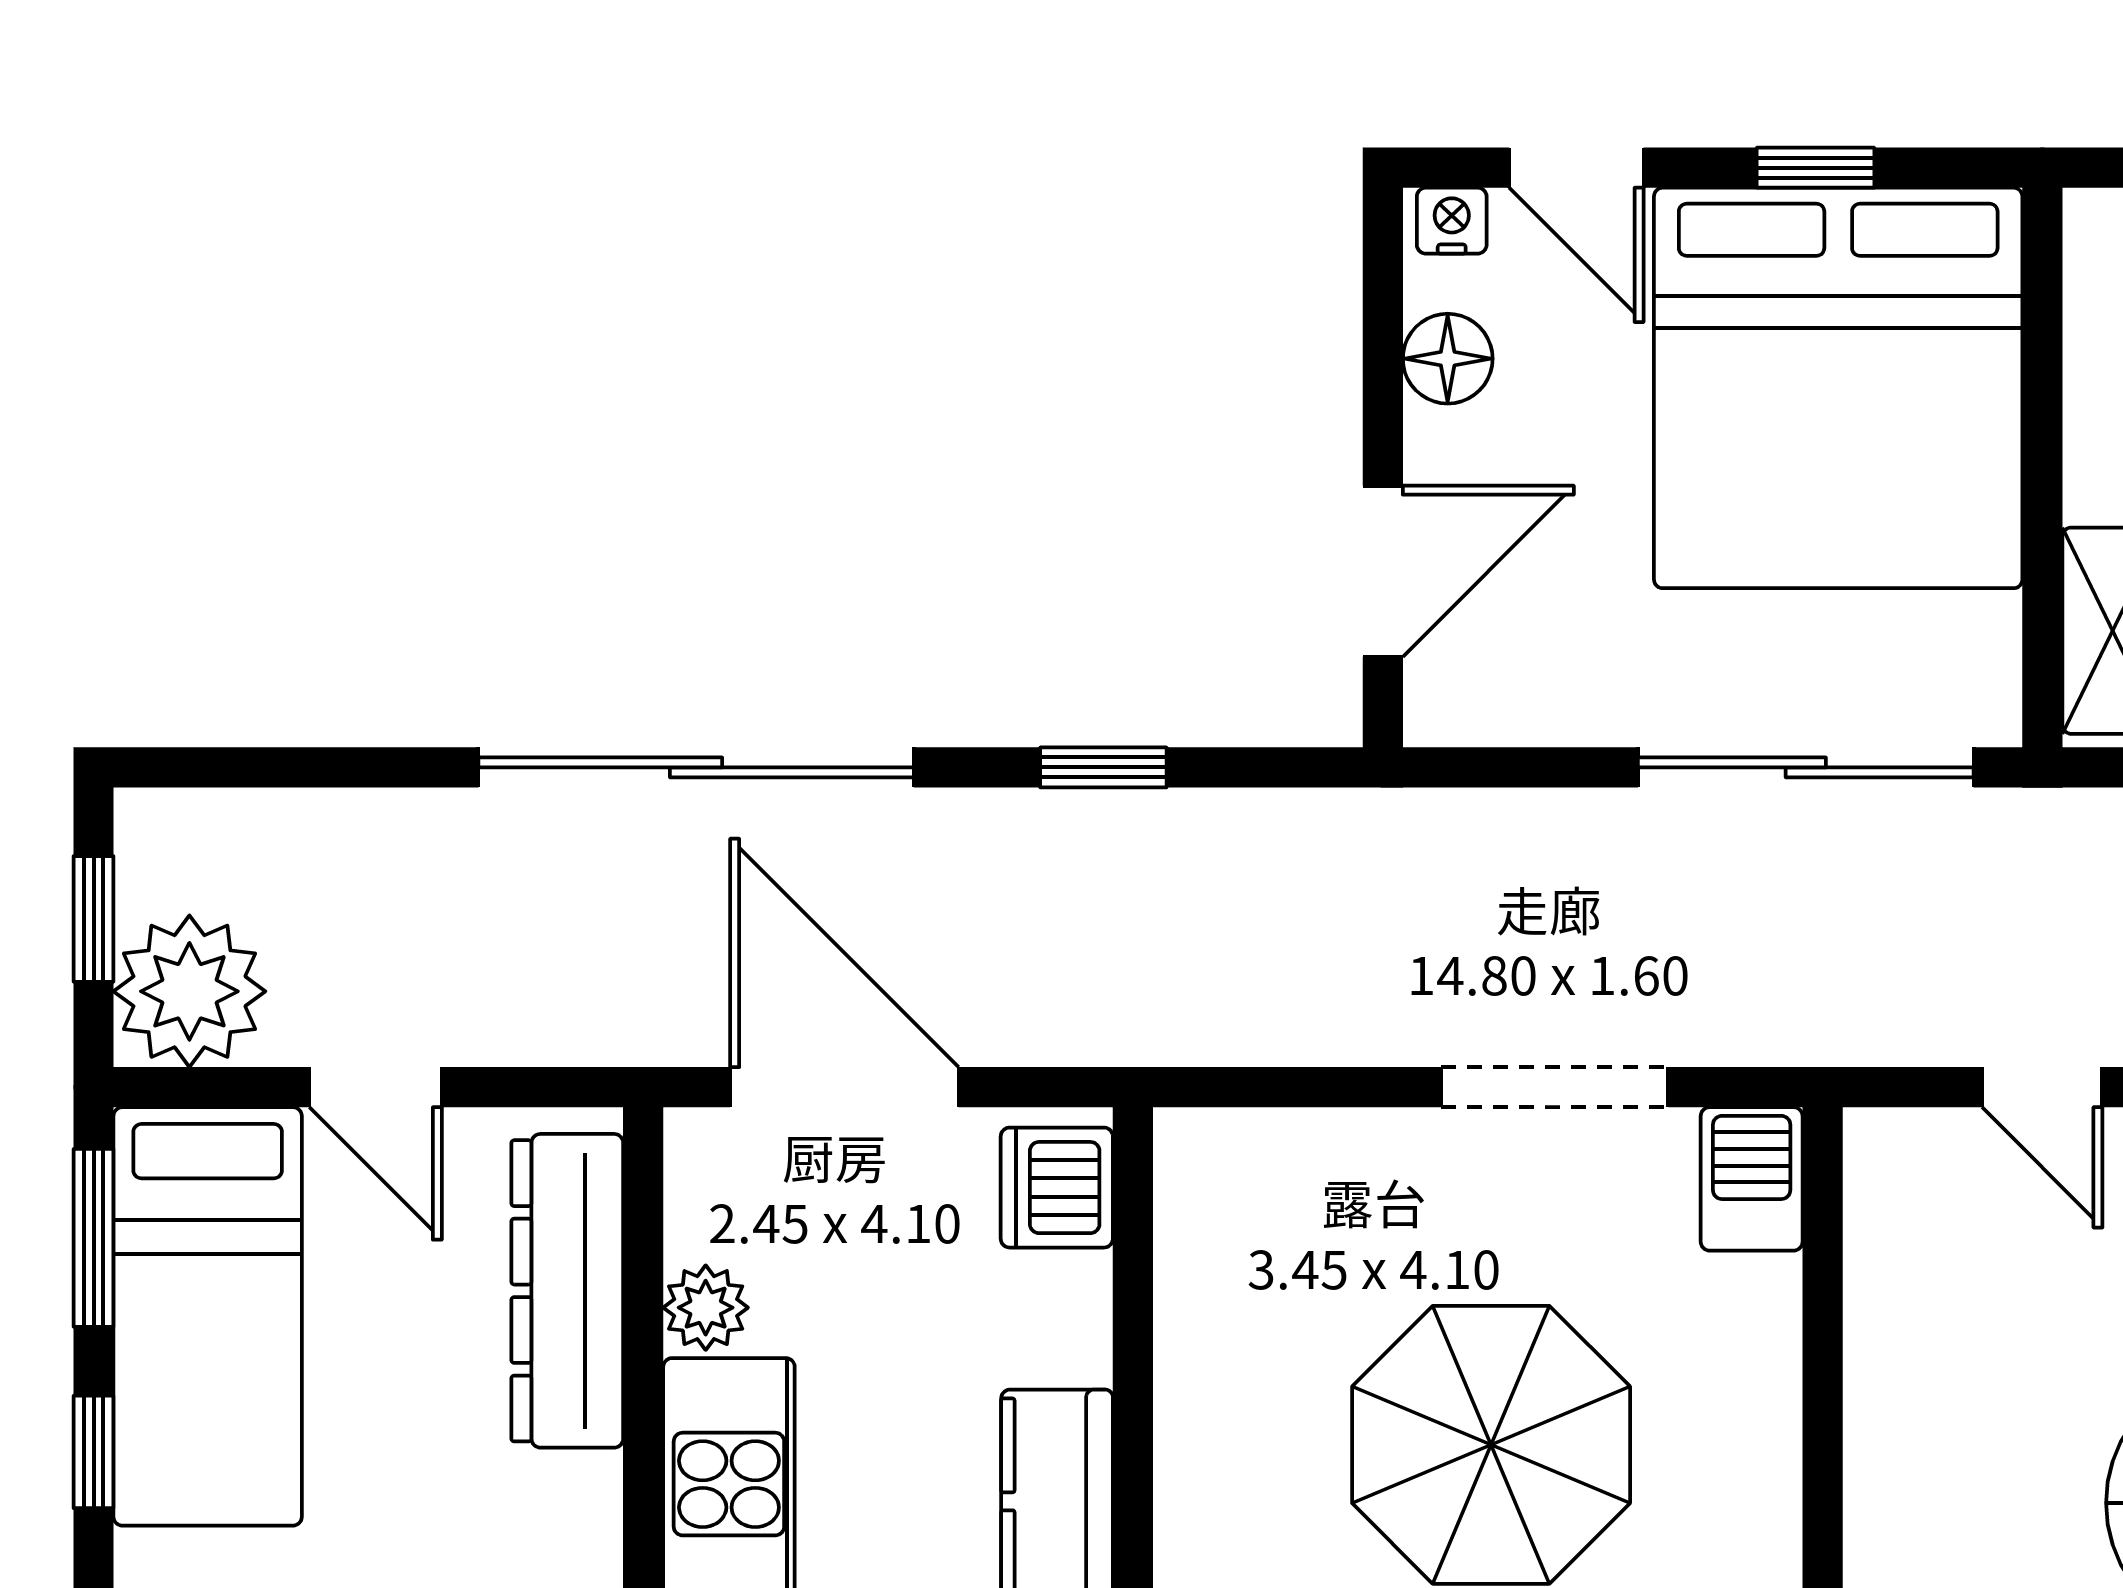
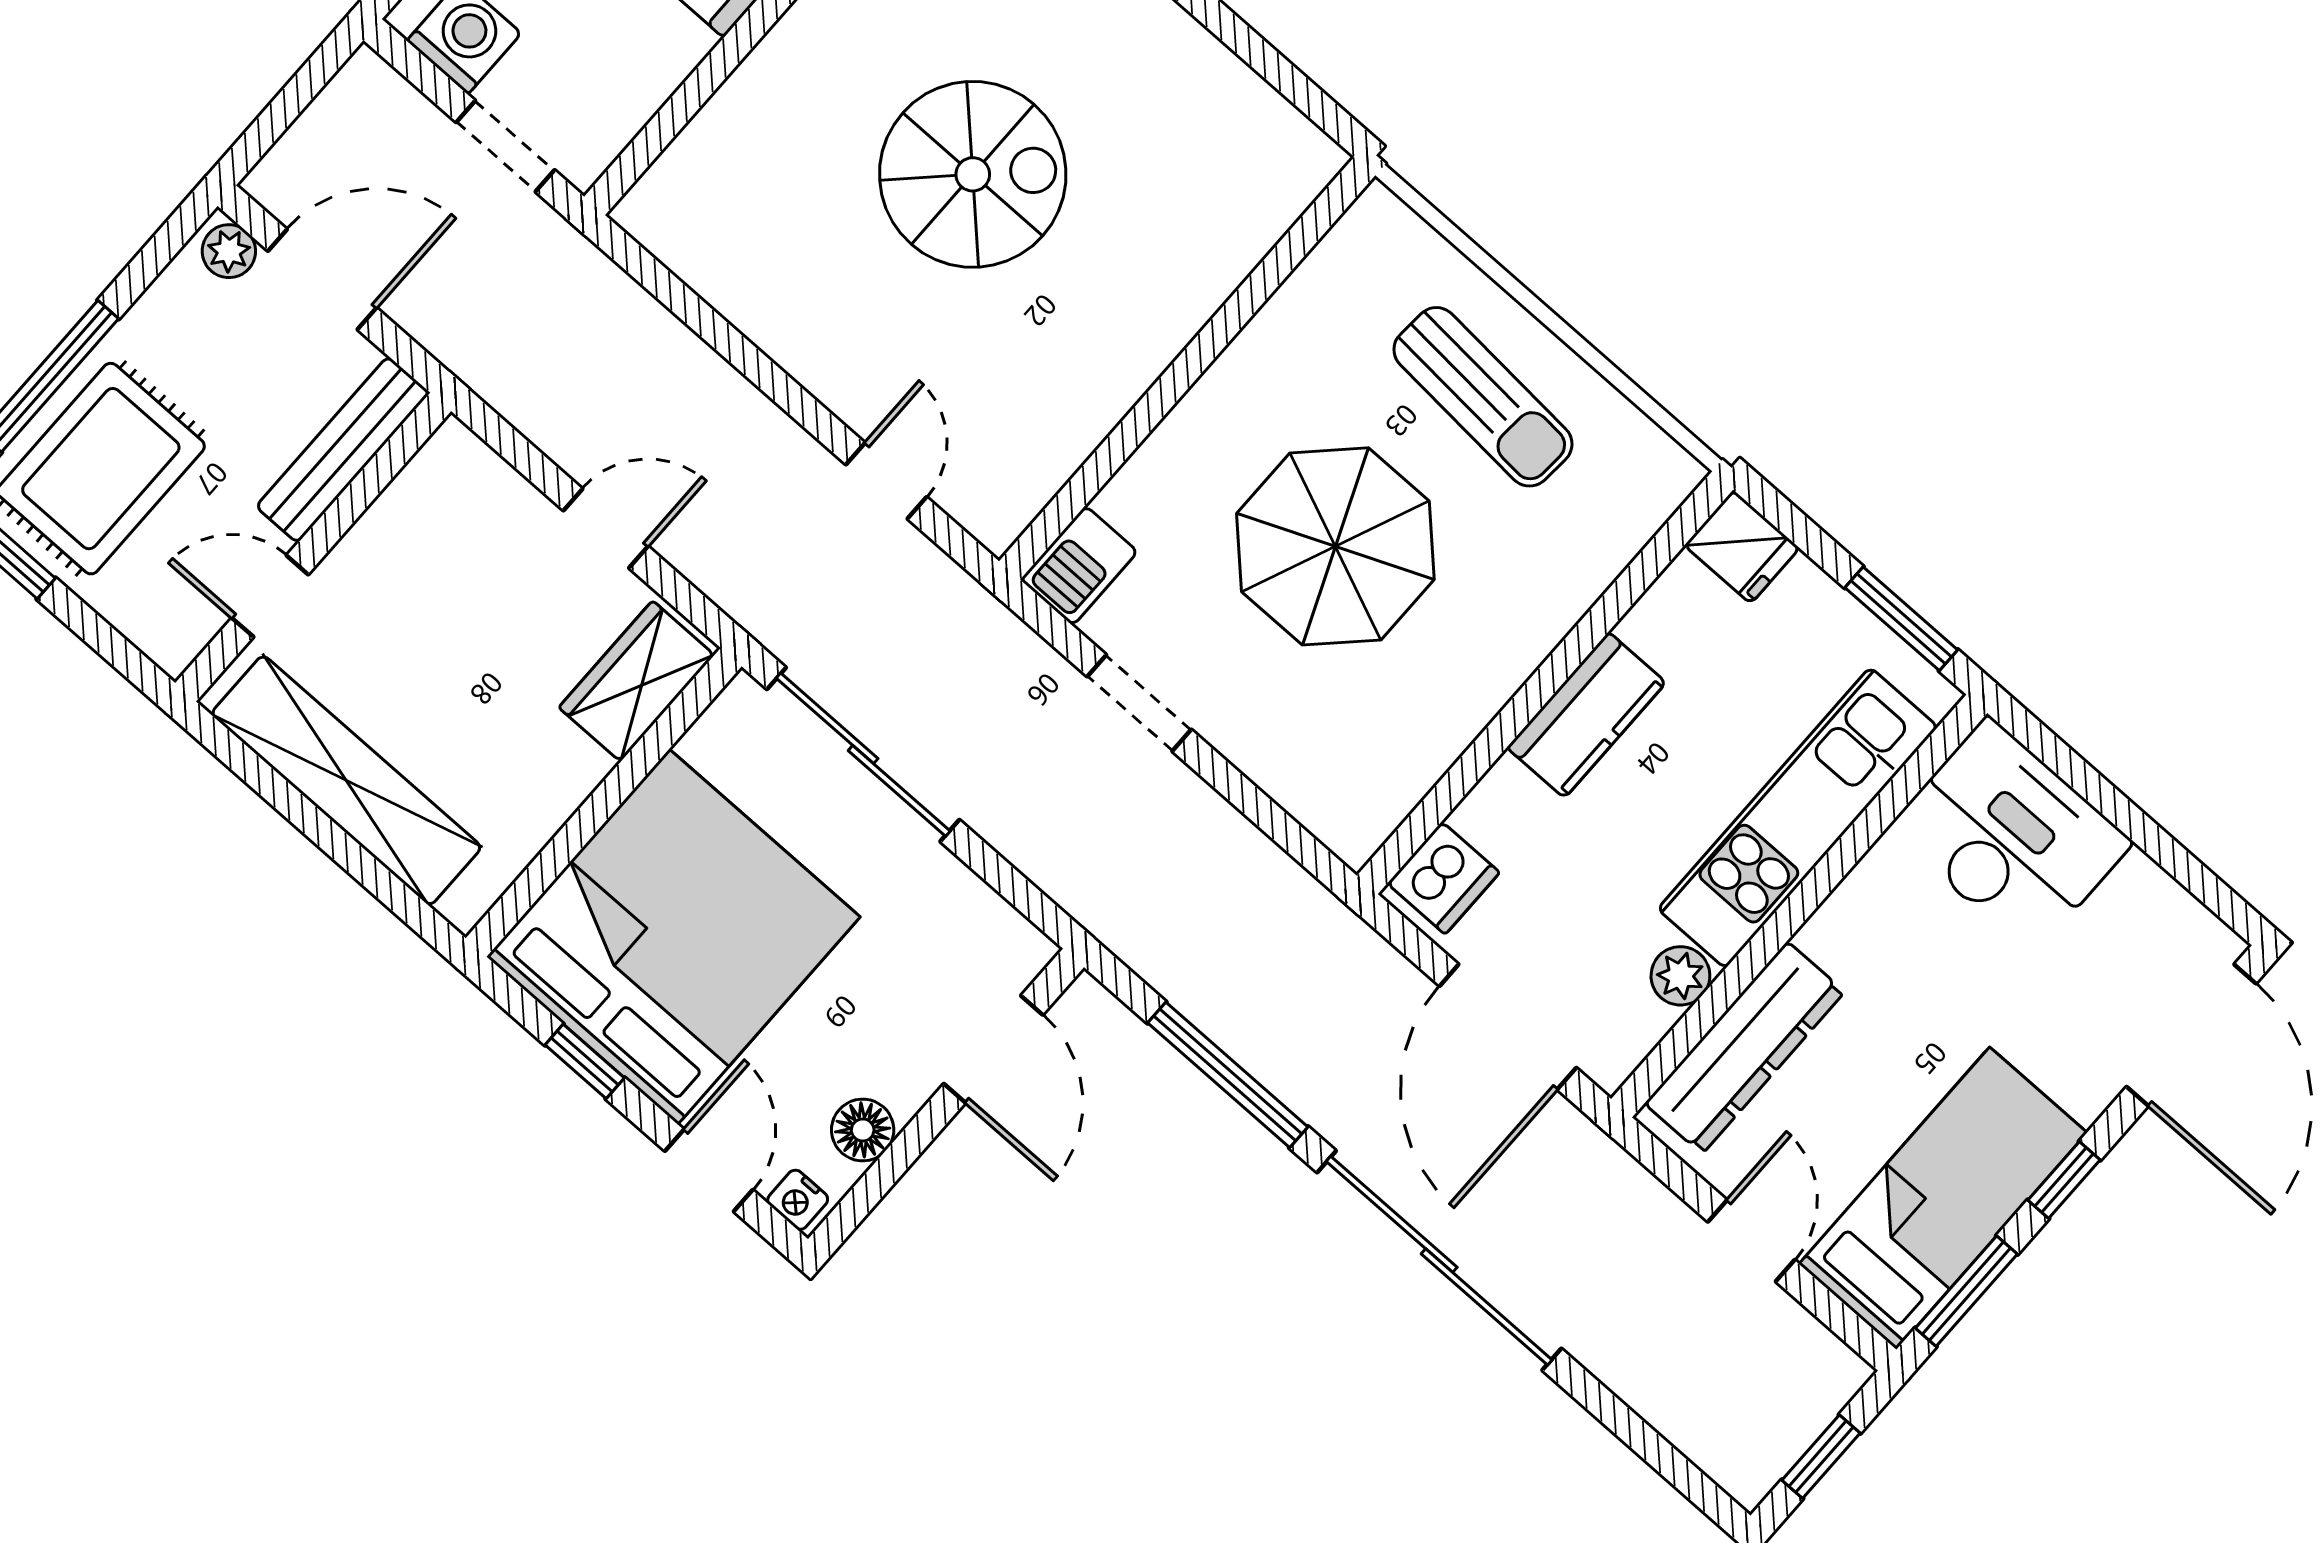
door: (1383, 571) -> (993, 1049), swing flipped
window: (1103, 767) -> (1228, 1075), width x2.17
plant: (189, 991) -> (1804, 1375), removed
doorway: (1555, 1087) -> (1139, 703), width x0.73

